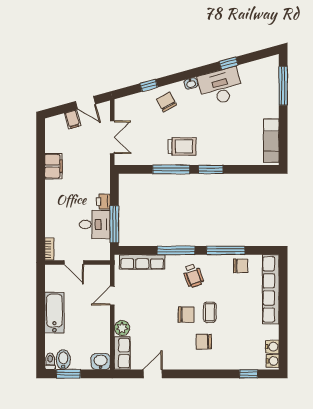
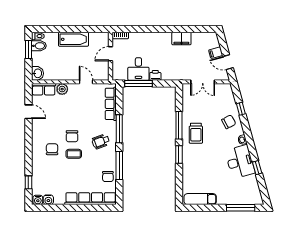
door: (85, 103) -> (228, 62), hinge flipped

